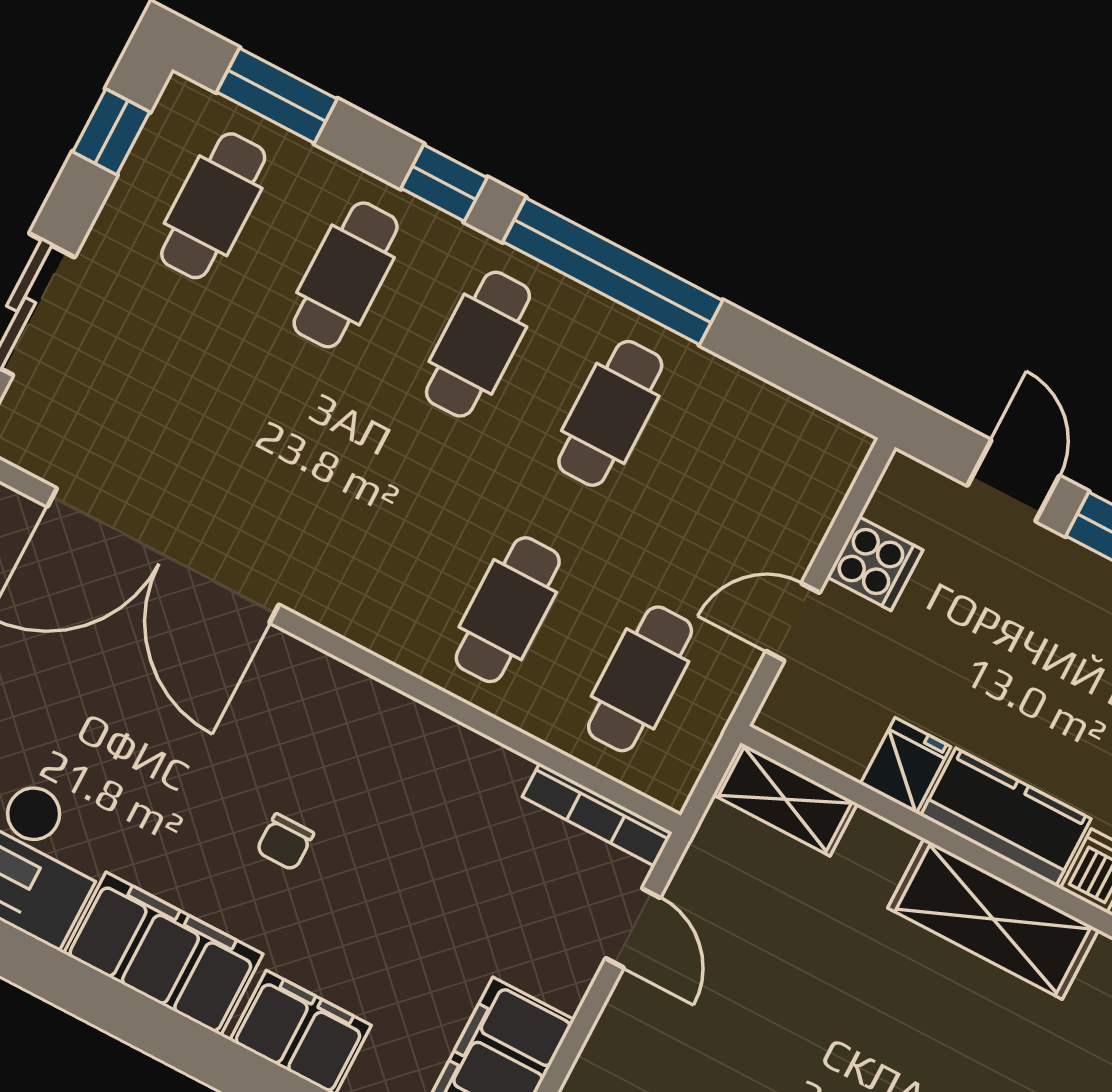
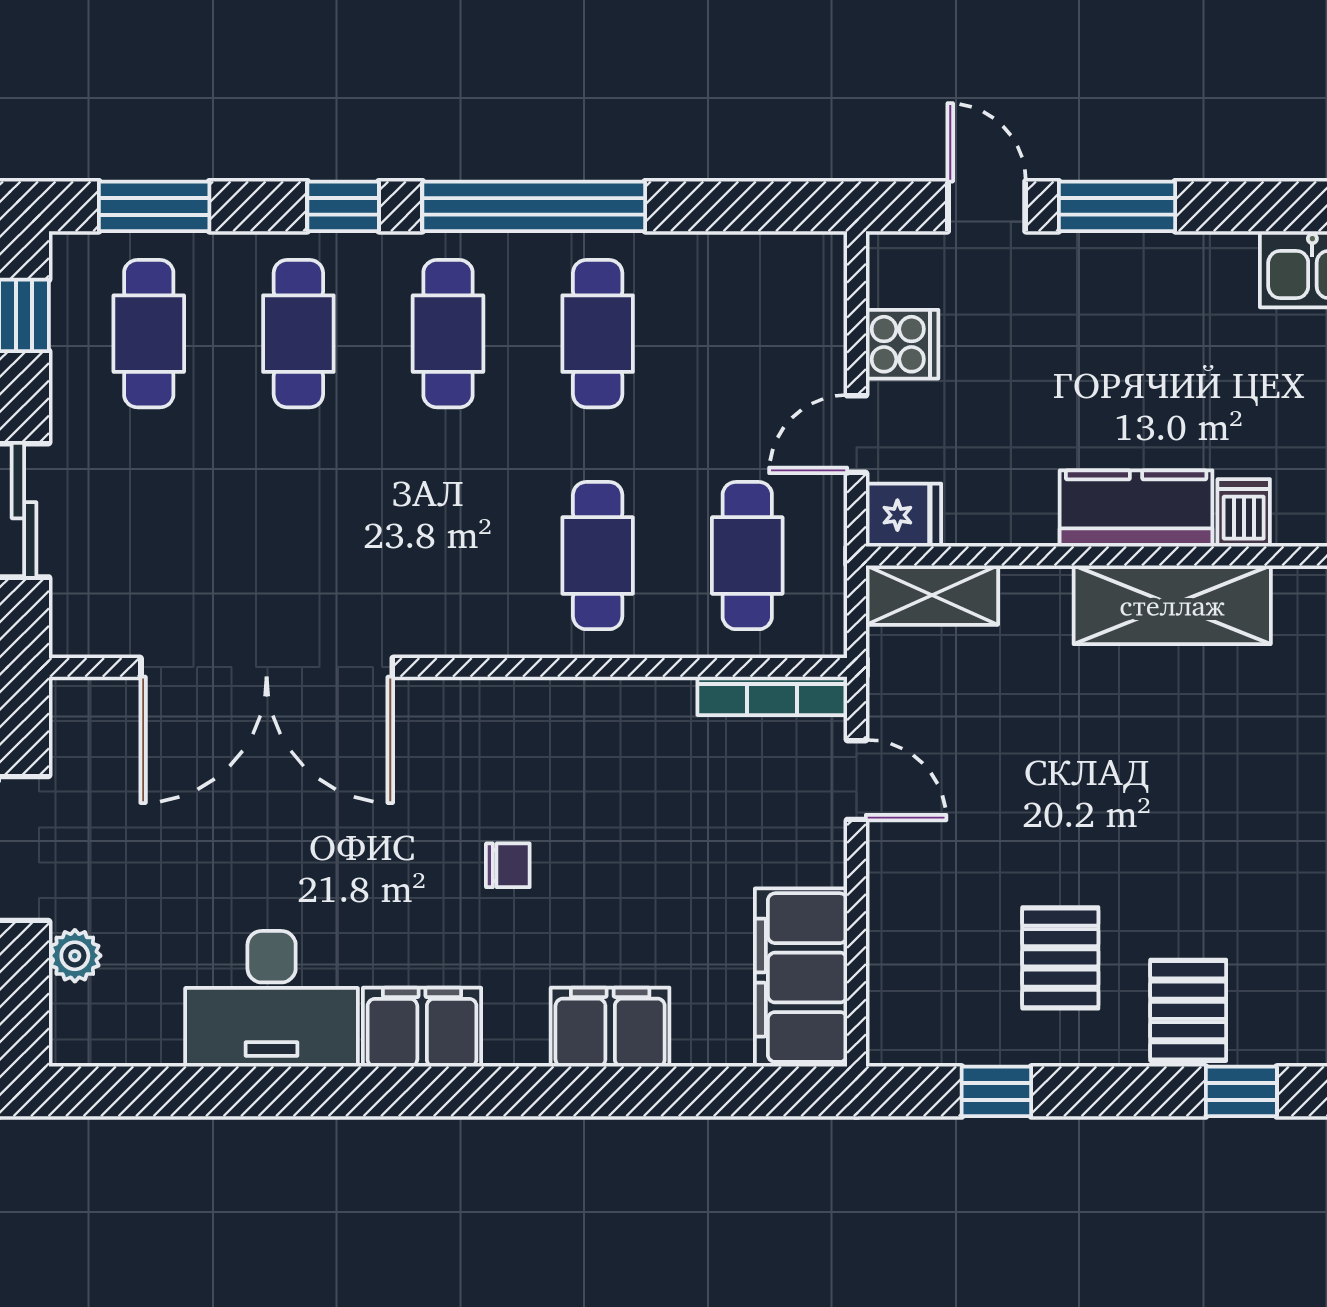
fridge: (906, 765) -> (903, 515), moved, turned 90
chair: (285, 842) -> (508, 865), turned -90
filing cabinet: (163, 954) -> (422, 1027), width x0.67, depth x0.86

